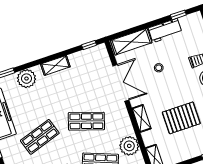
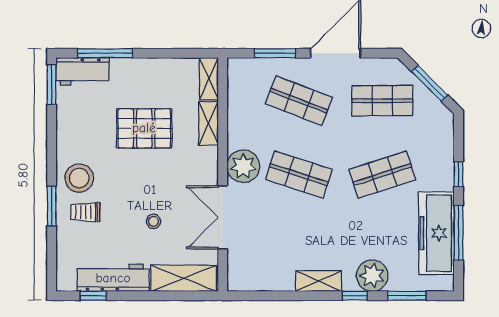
workbench: (165, 30) -> (113, 278), width x1.37
window: (89, 45) -> (355, 296), moved
shelving: (142, 118) -> (208, 123), moved
plant: (129, 146) -> (243, 166), moved

